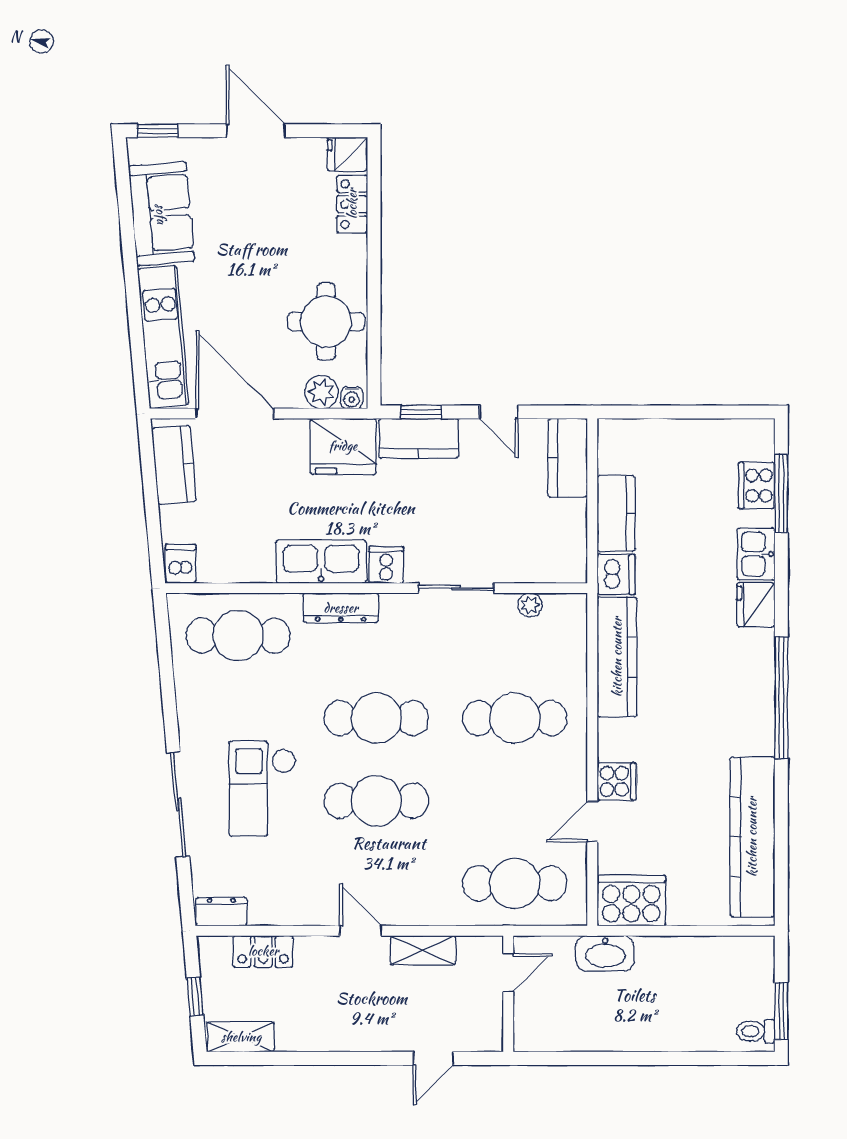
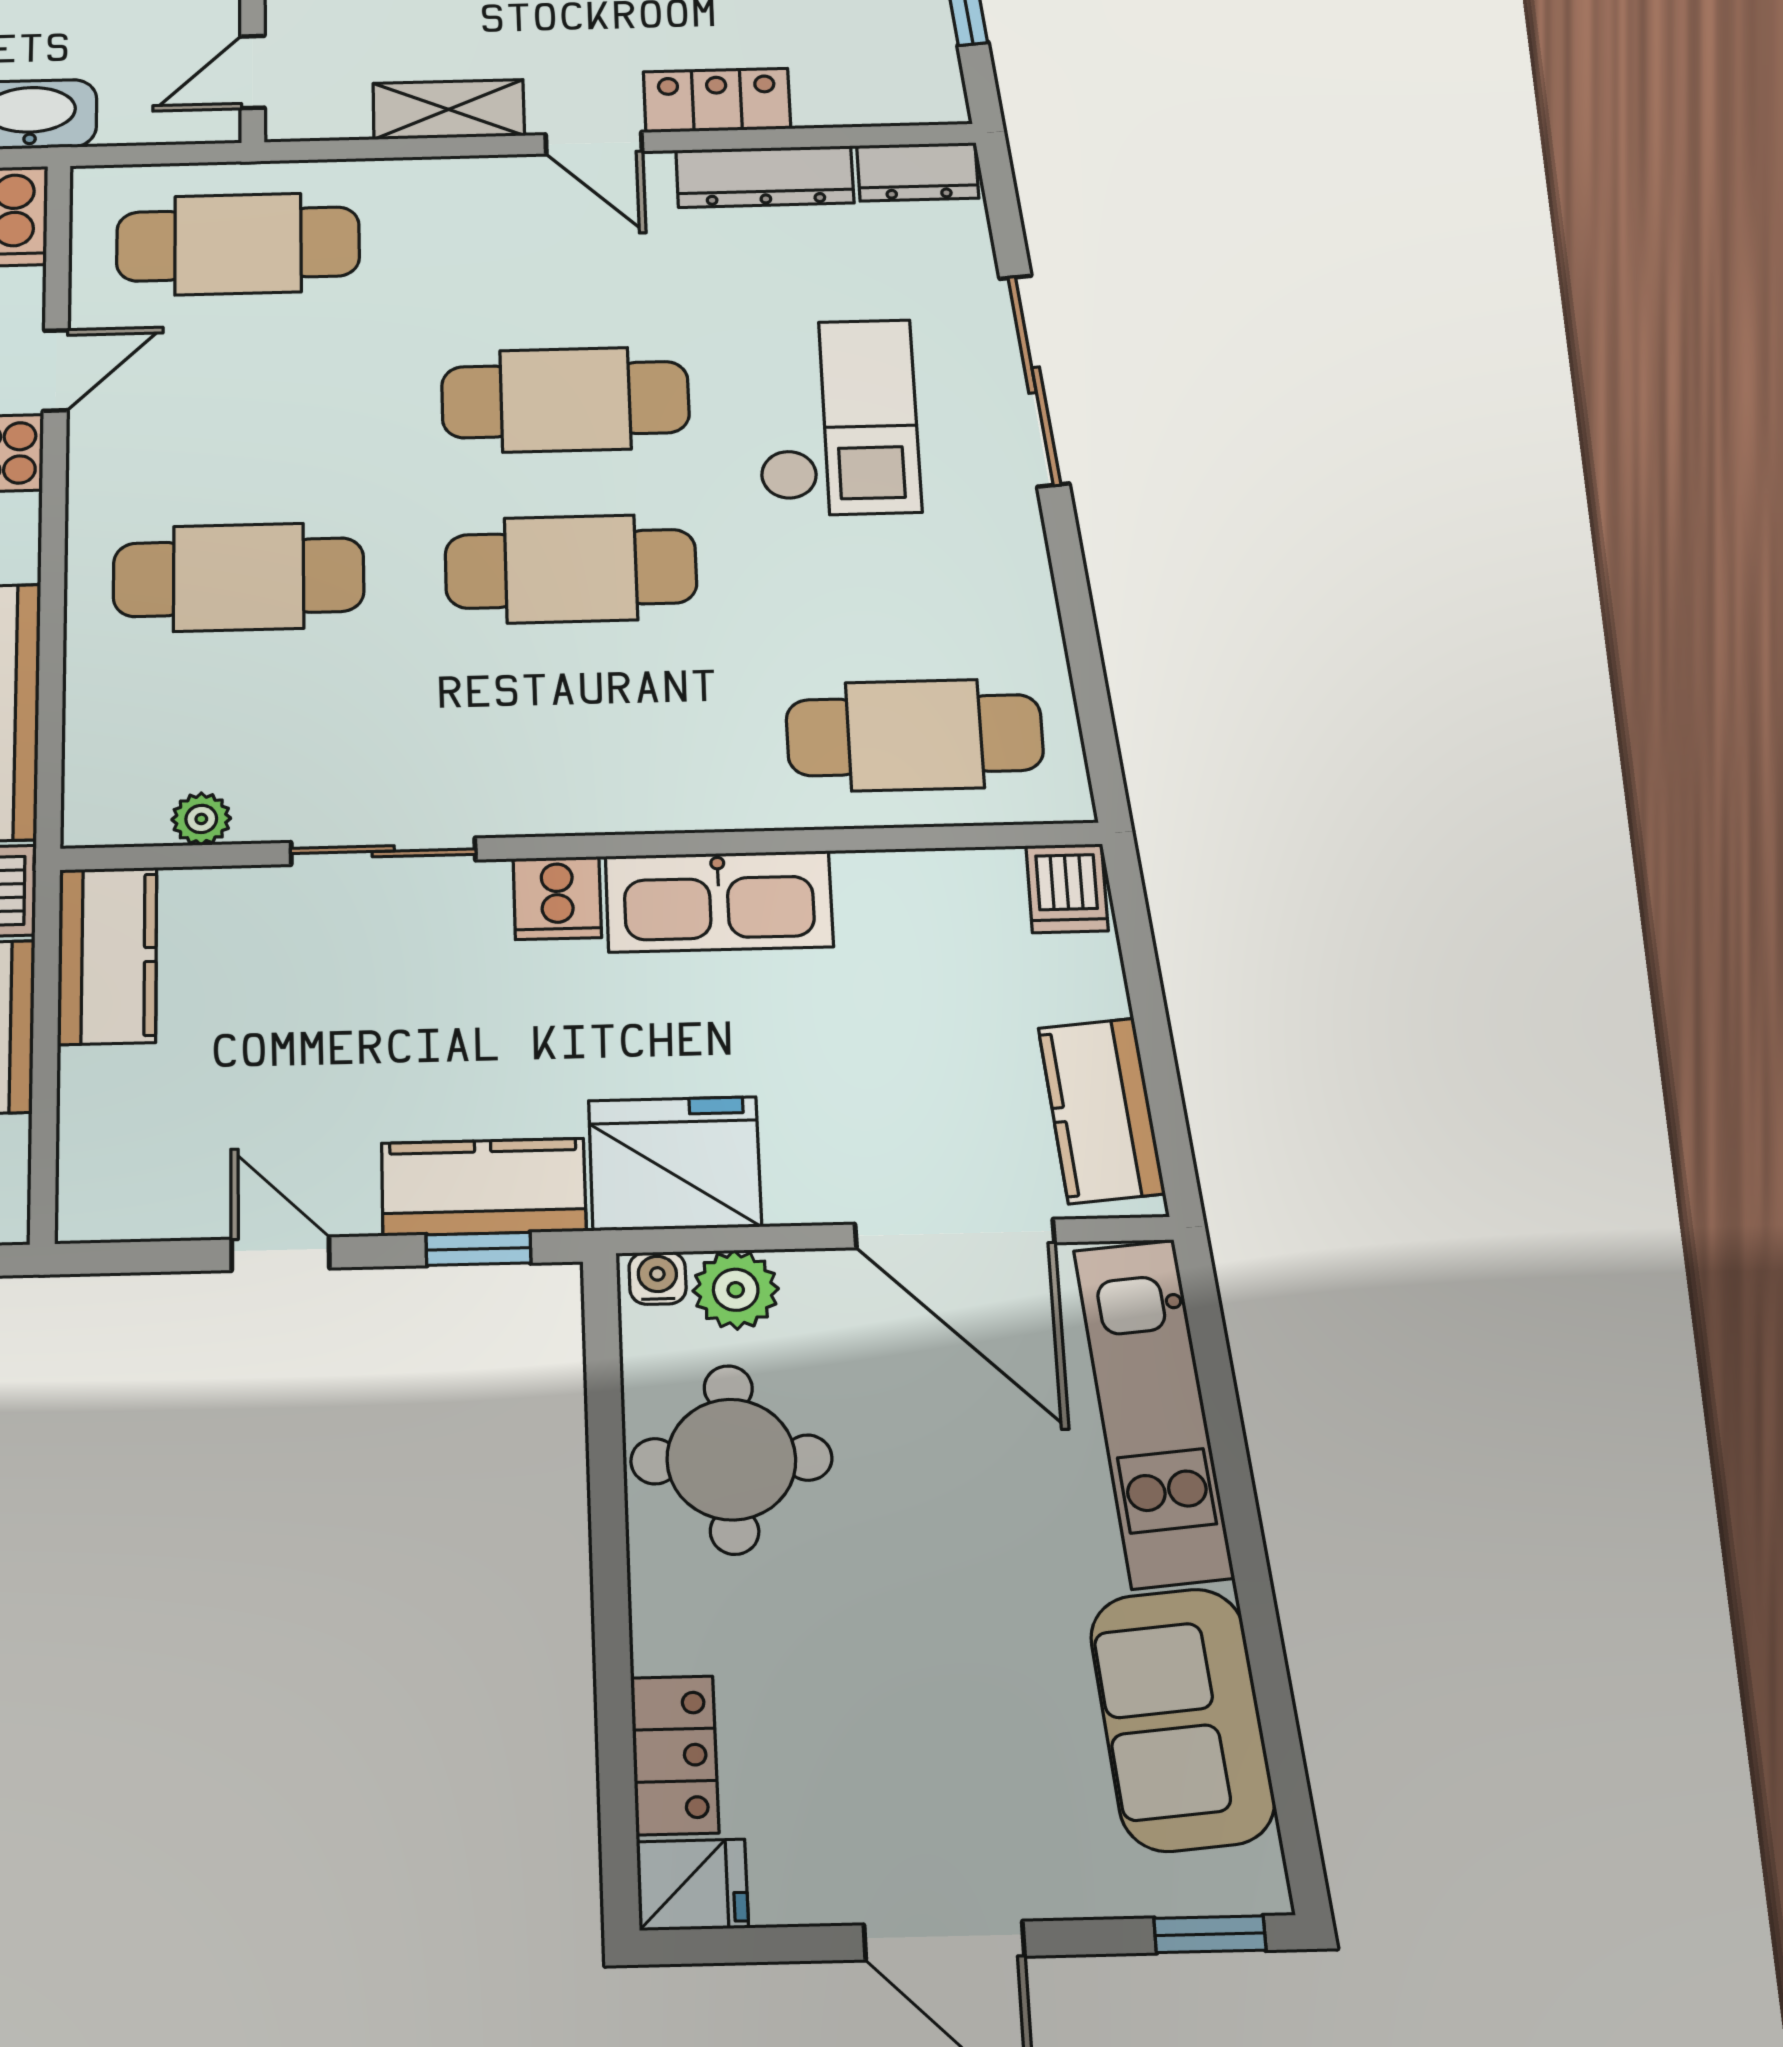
kitchen counter: (568, 458) -> (107, 956), moved
dresser: (341, 608) -> (765, 177), moved, turned 180
locker: (263, 951) -> (717, 100), moved

